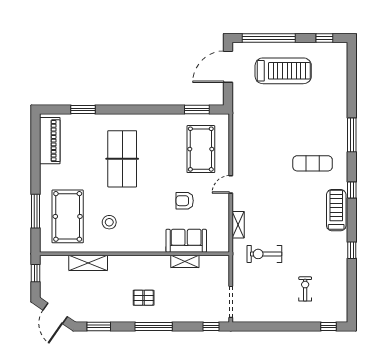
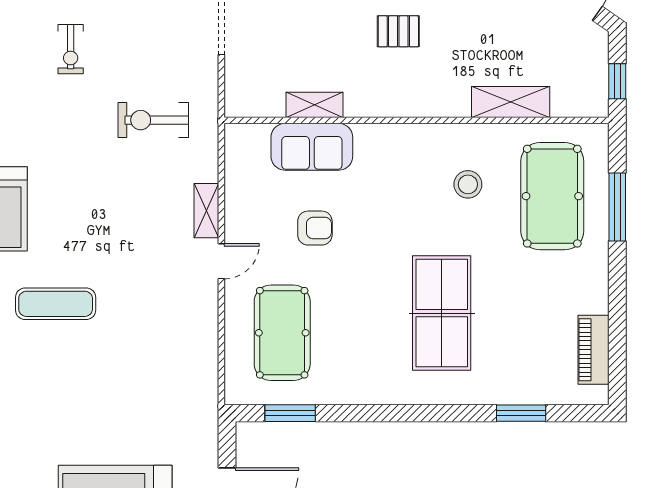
piano: (50, 141) -> (593, 350), width x0.73, depth x0.75
shelving: (238, 225) -> (206, 211), moved
exercise bike: (264, 254) -> (153, 120), turned 180

